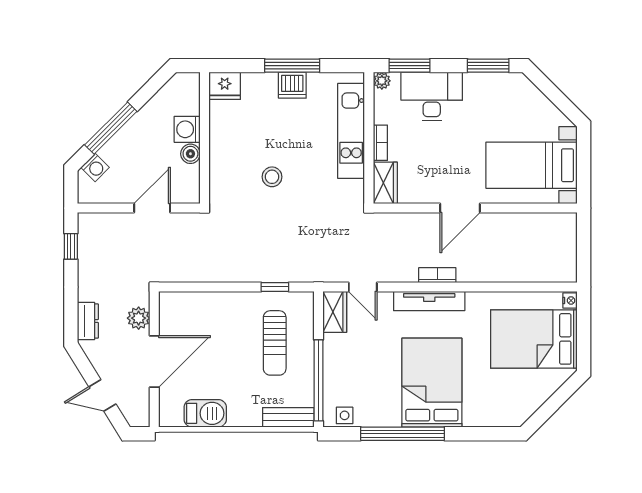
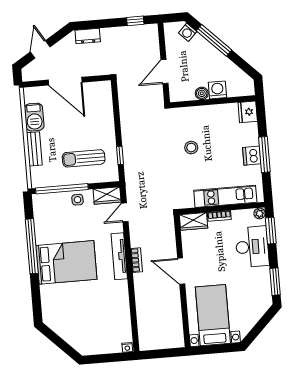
door: (152, 208) -> (164, 71), swing flipped
plant: (139, 318) -> (92, 69), removed
bed: (534, 339) -> (100, 326), removed
side table: (345, 415) -> (78, 200), moved
bench: (288, 417) -> (34, 149), moved

